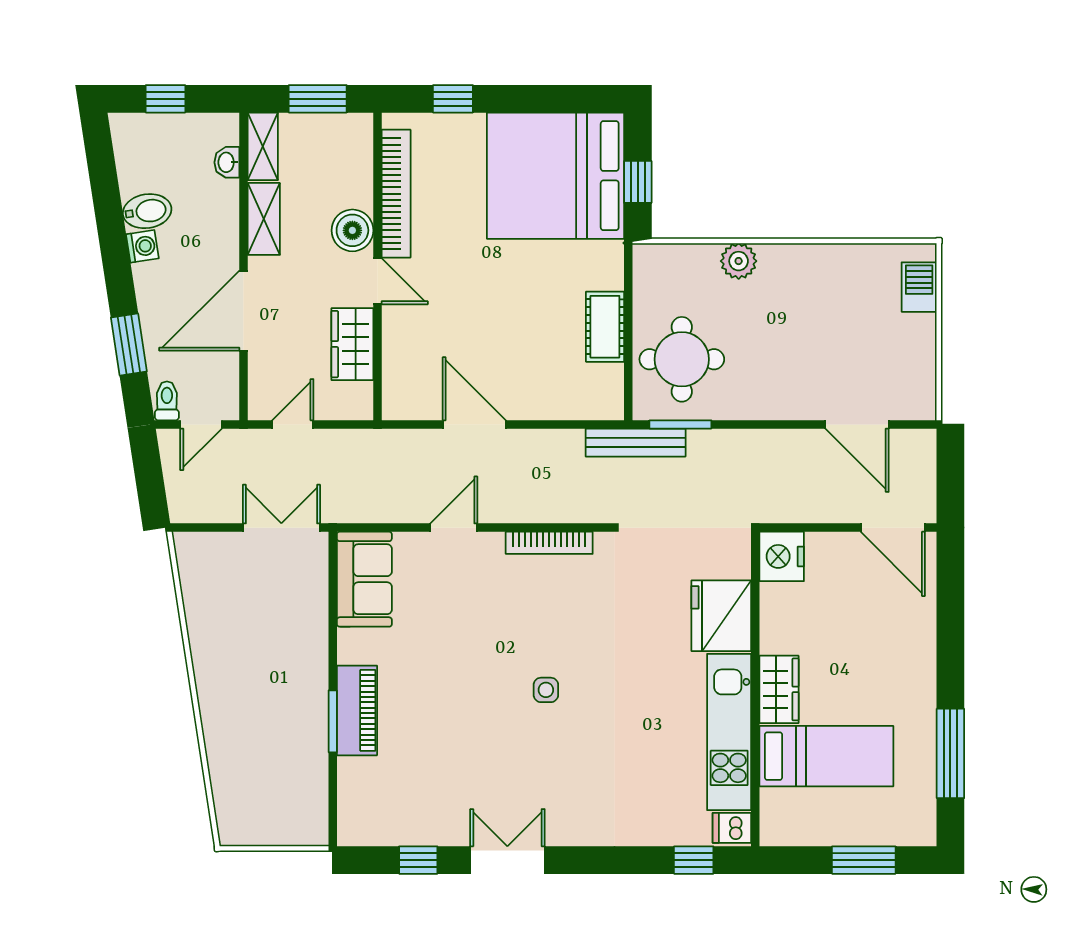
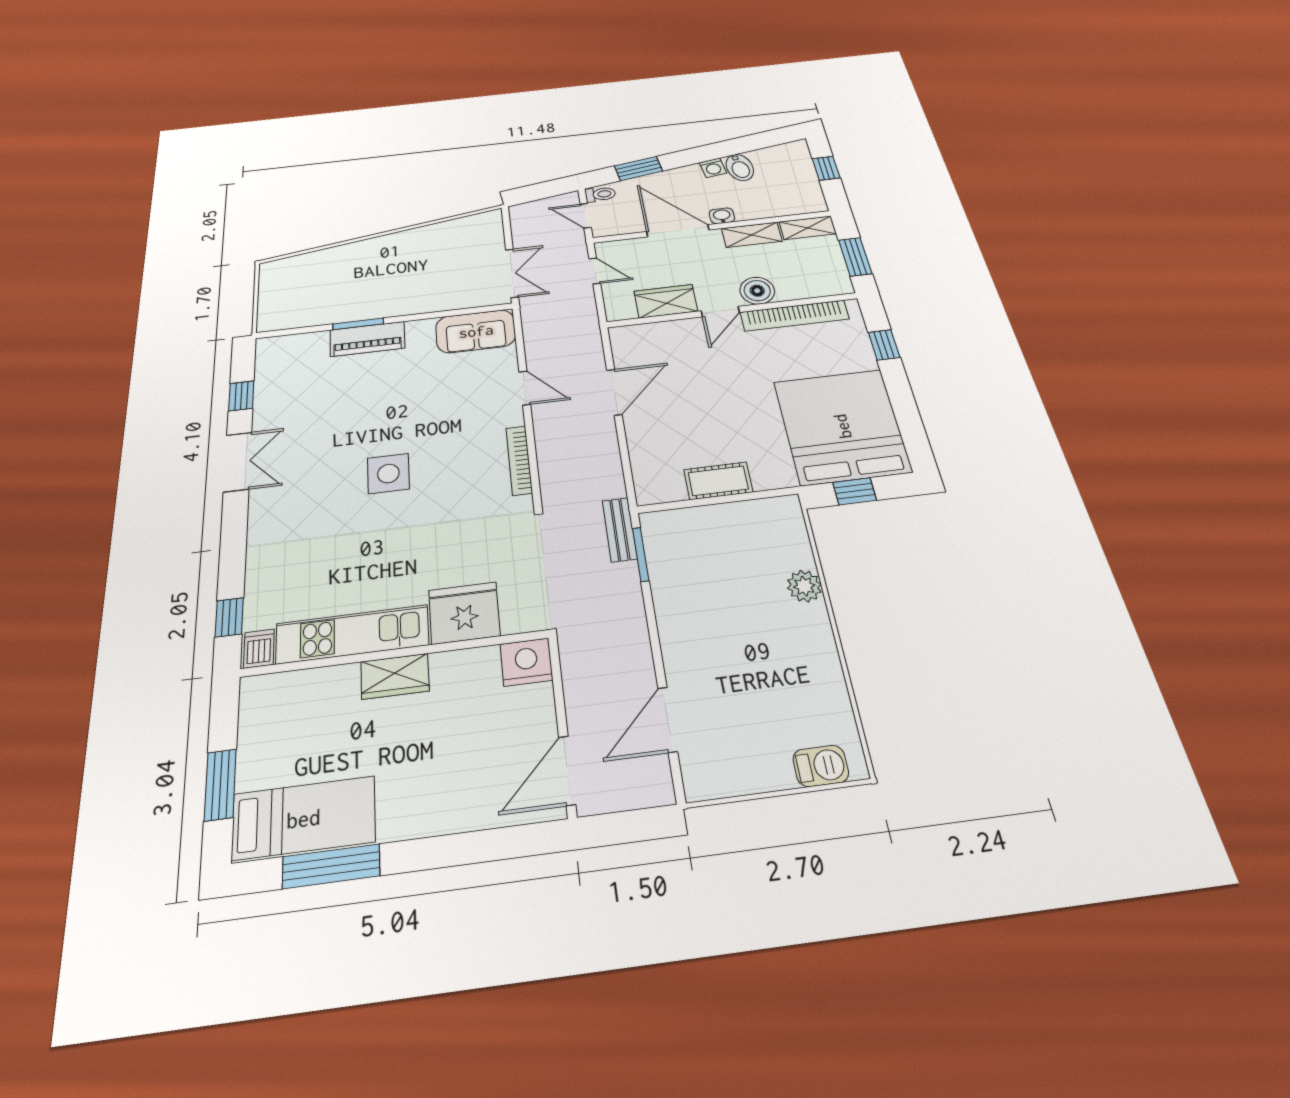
washbasin: (227, 162) -> (722, 216), moved
round table: (682, 359) -> (701, 548), removed
bench: (636, 443) -> (620, 530), width x0.73
side table: (546, 690) -> (388, 474), width x1.87, depth x1.87
bed: (826, 756) -> (304, 818), moved, turned -90

